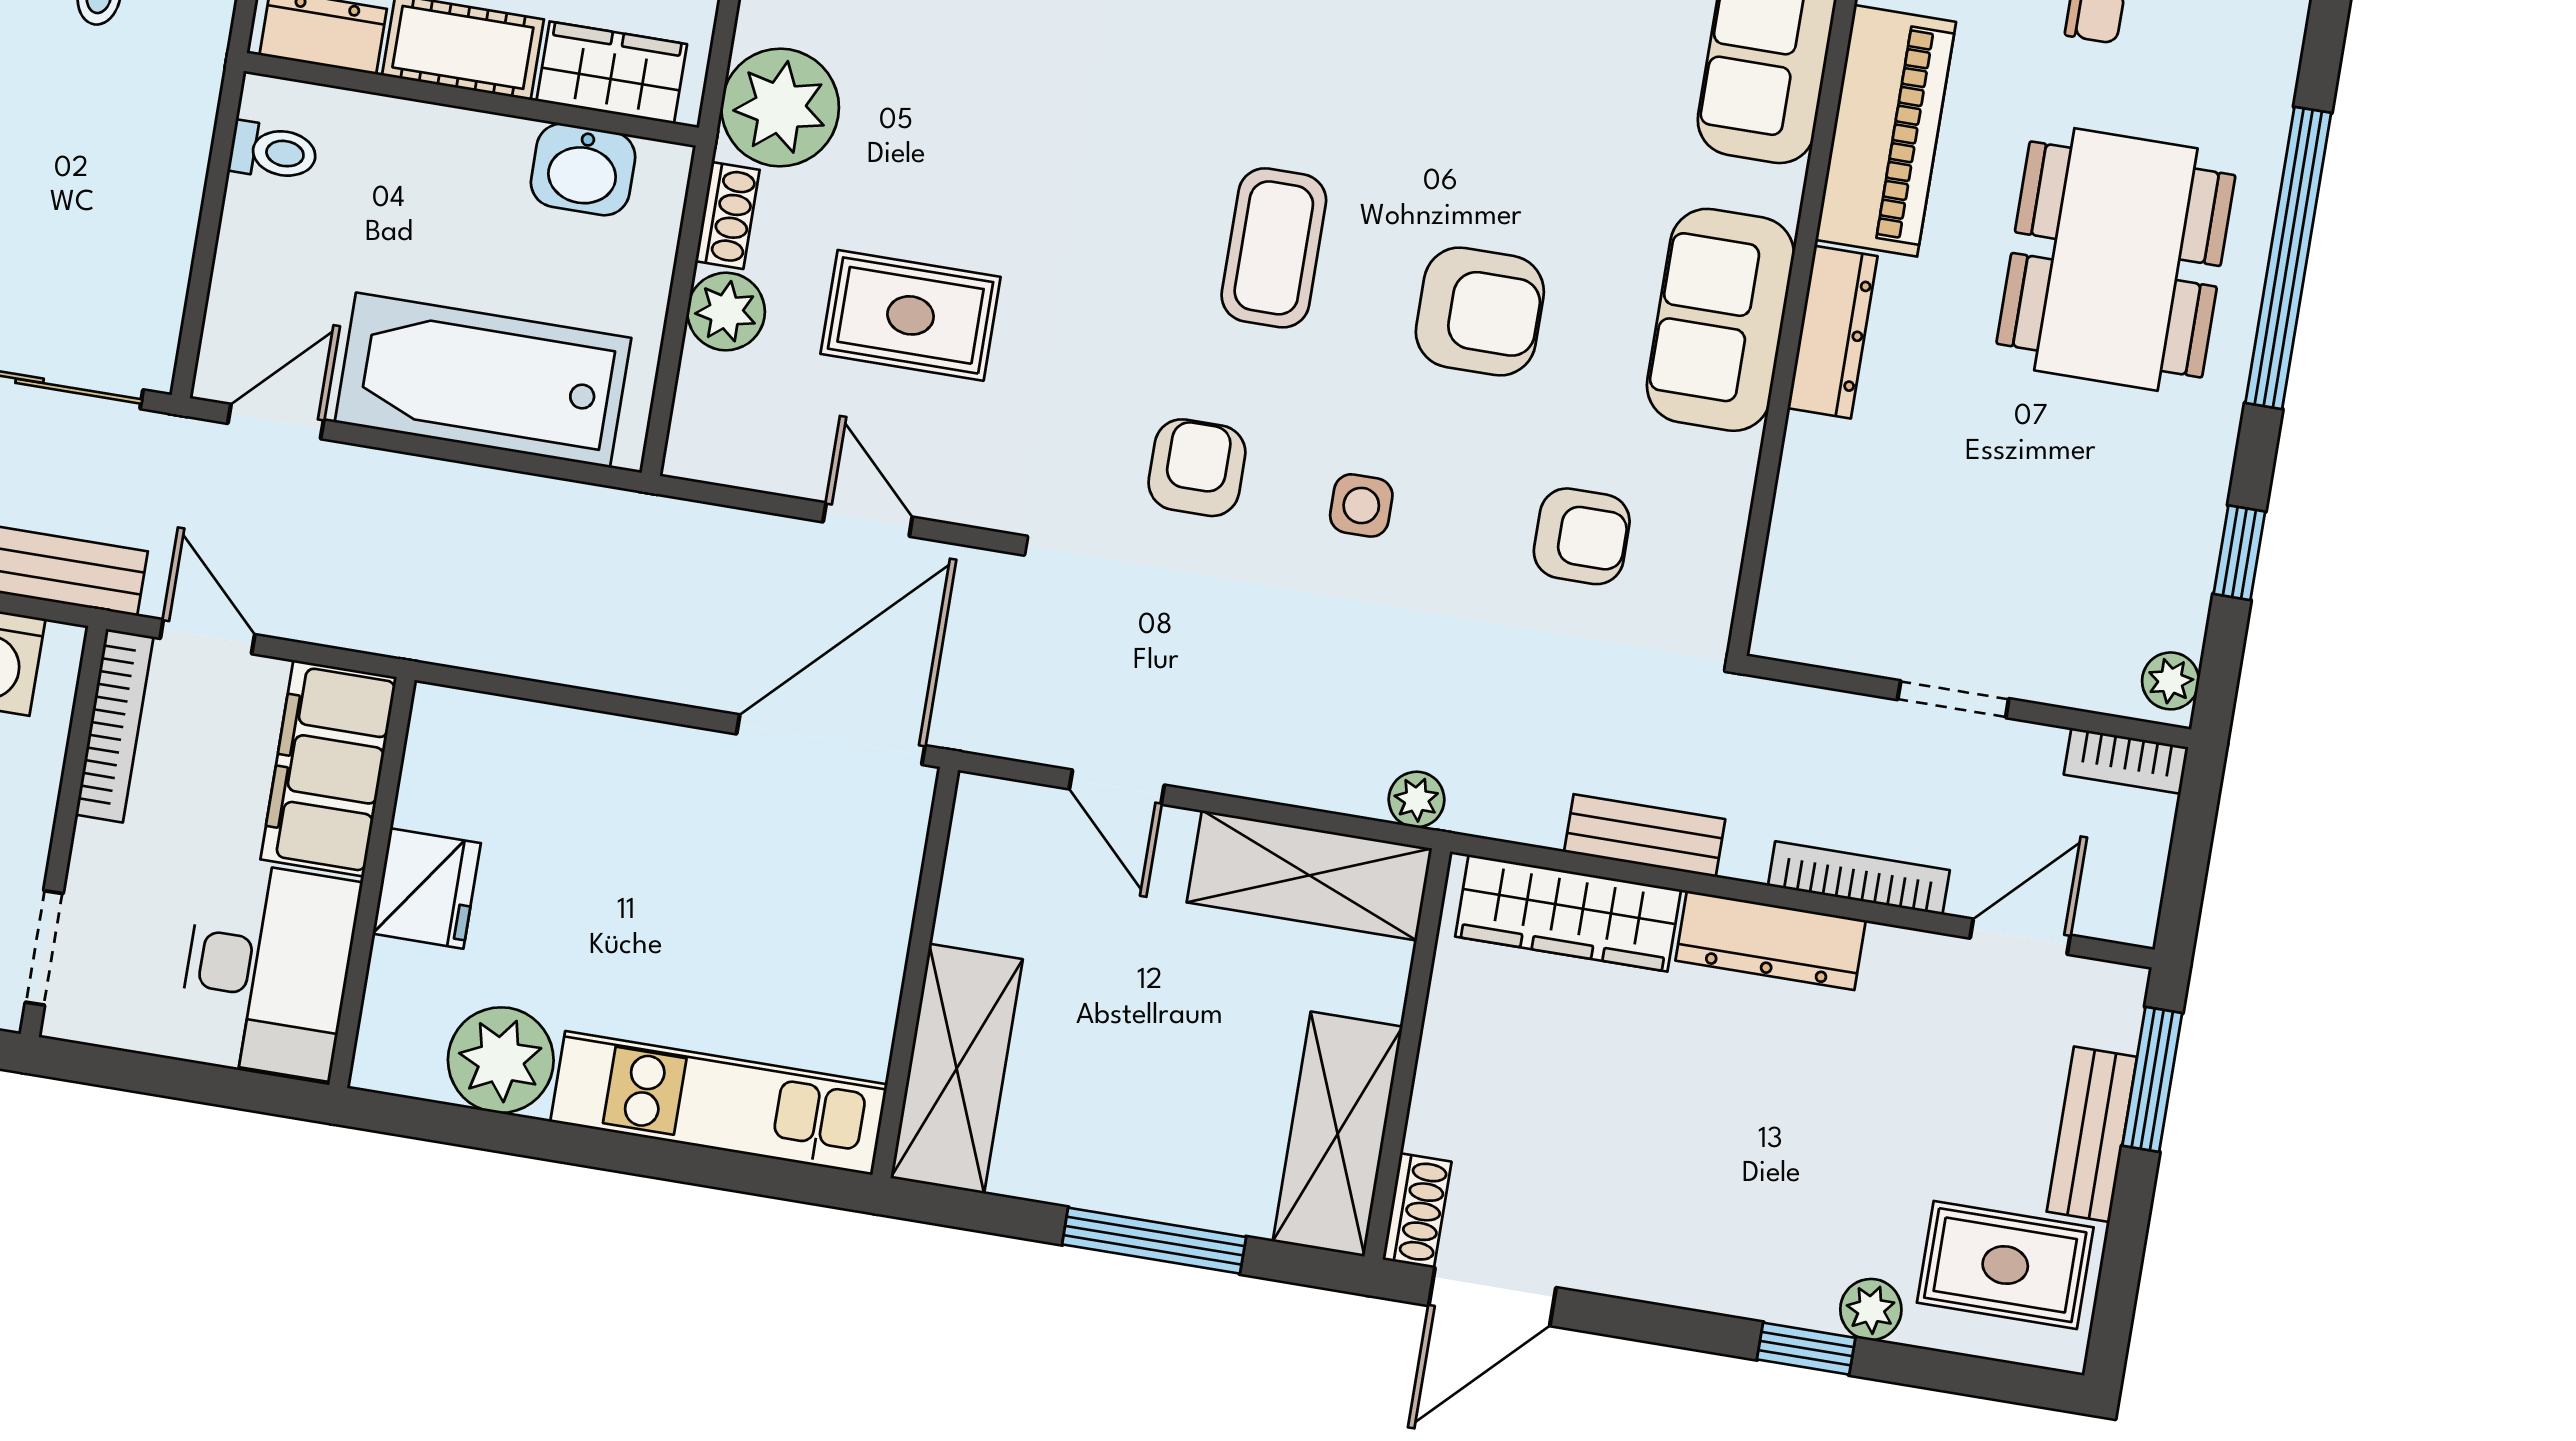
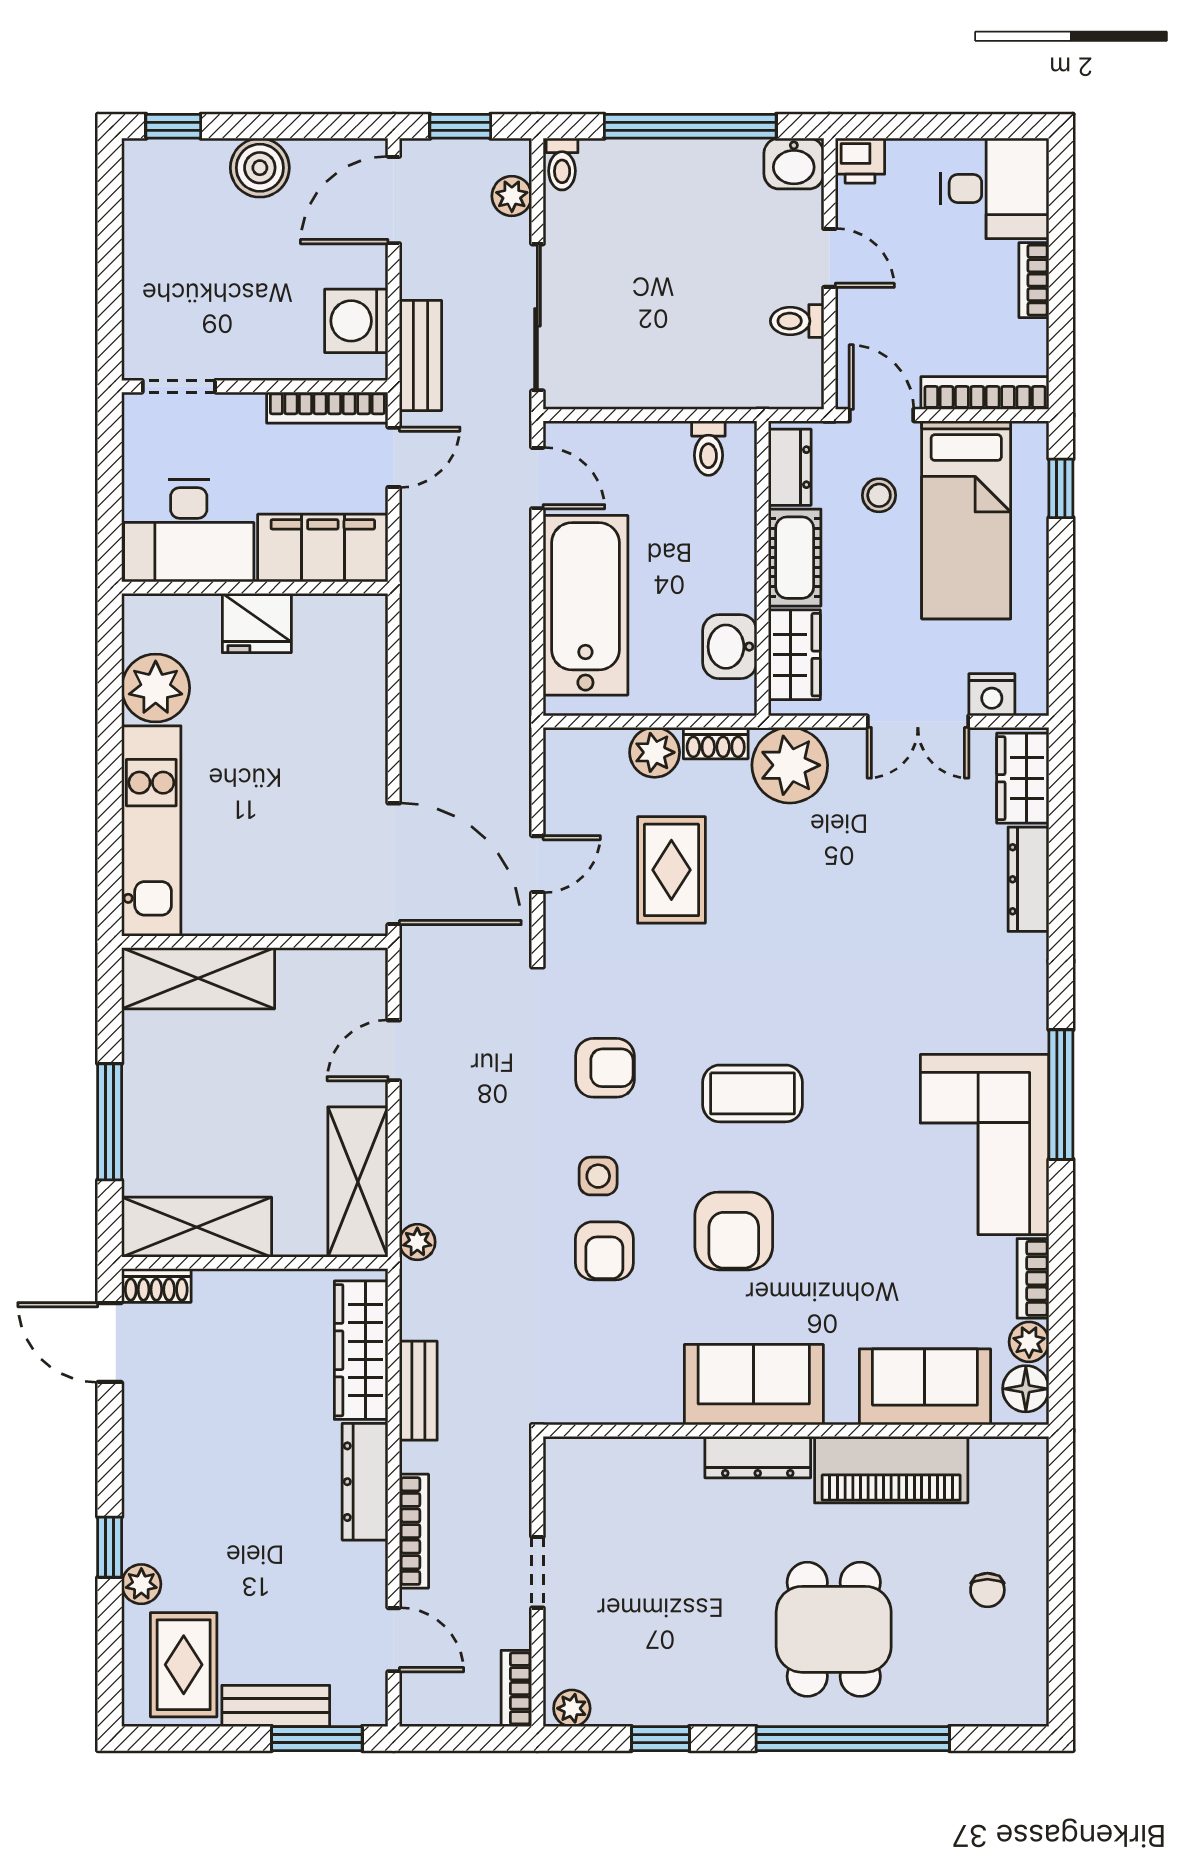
dining table: (2116, 259) -> (834, 1629), width x0.73
armchair: (1582, 536) -> (604, 1251), moved

